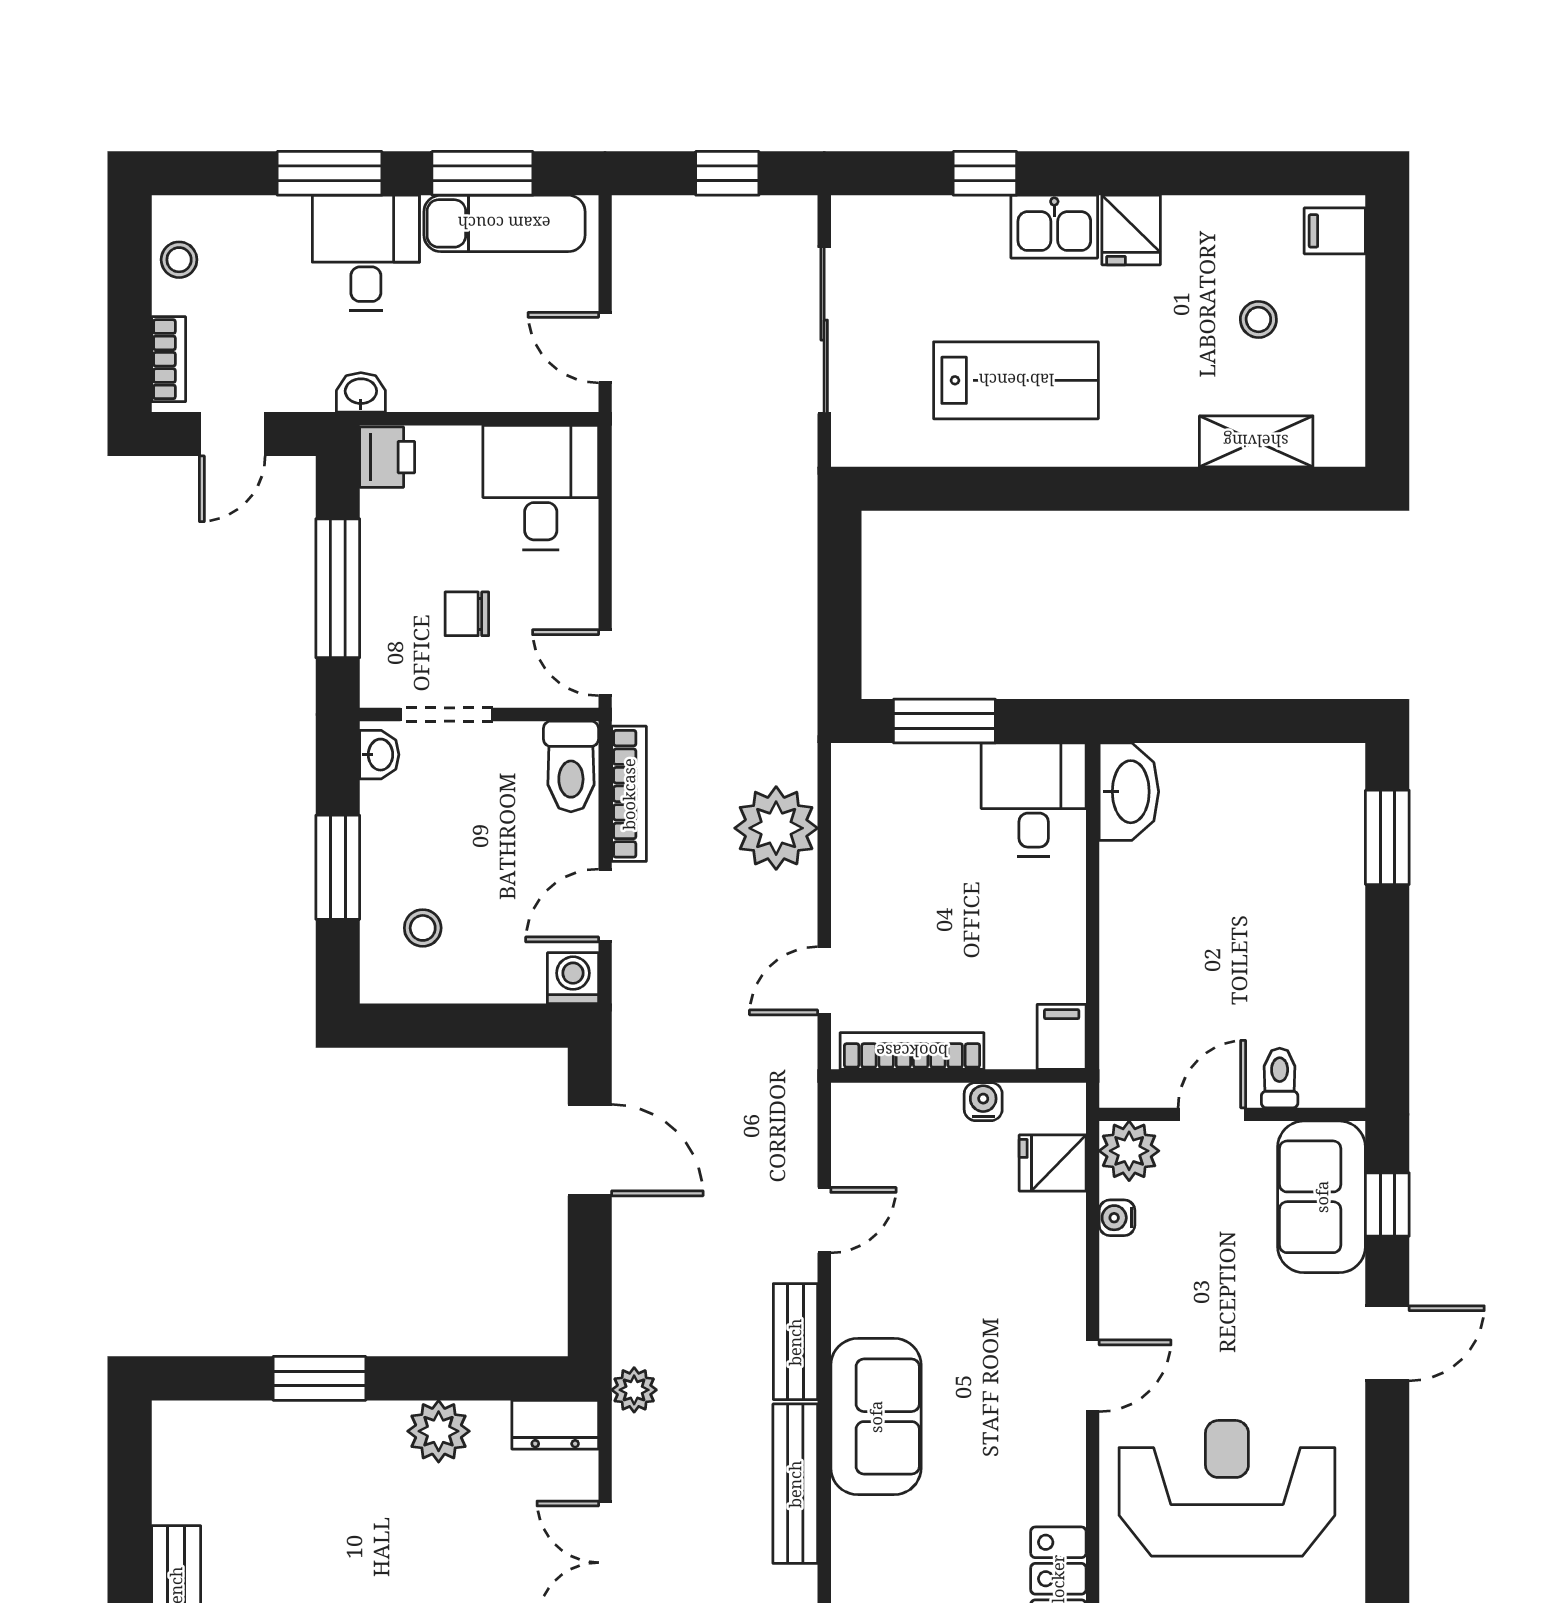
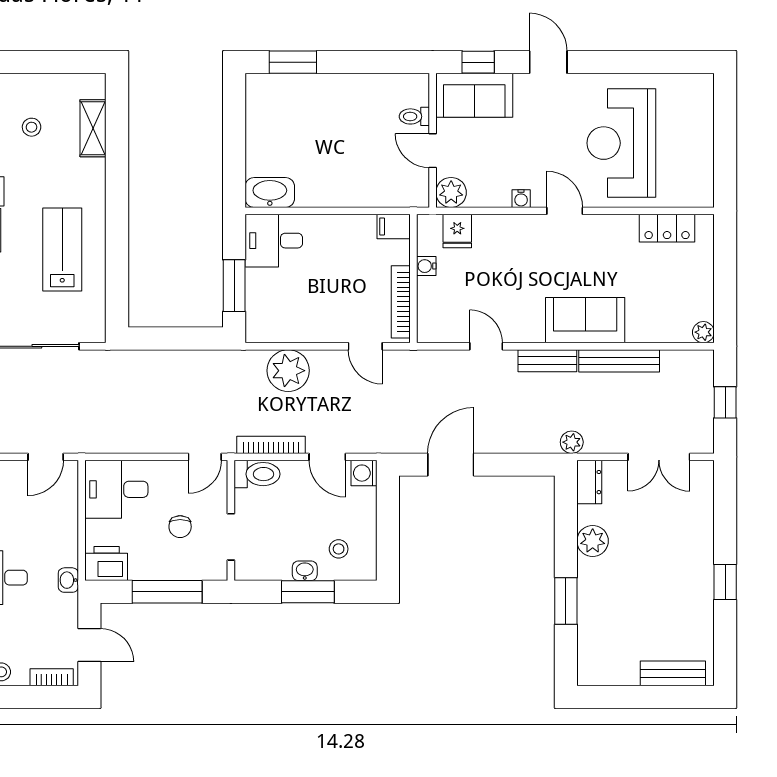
printer: (387, 457) -> (107, 564), width x1.36, depth x1.24
washbasin: (379, 755) -> (305, 571), moved
water cooler: (1117, 1218) -> (521, 199), moved

